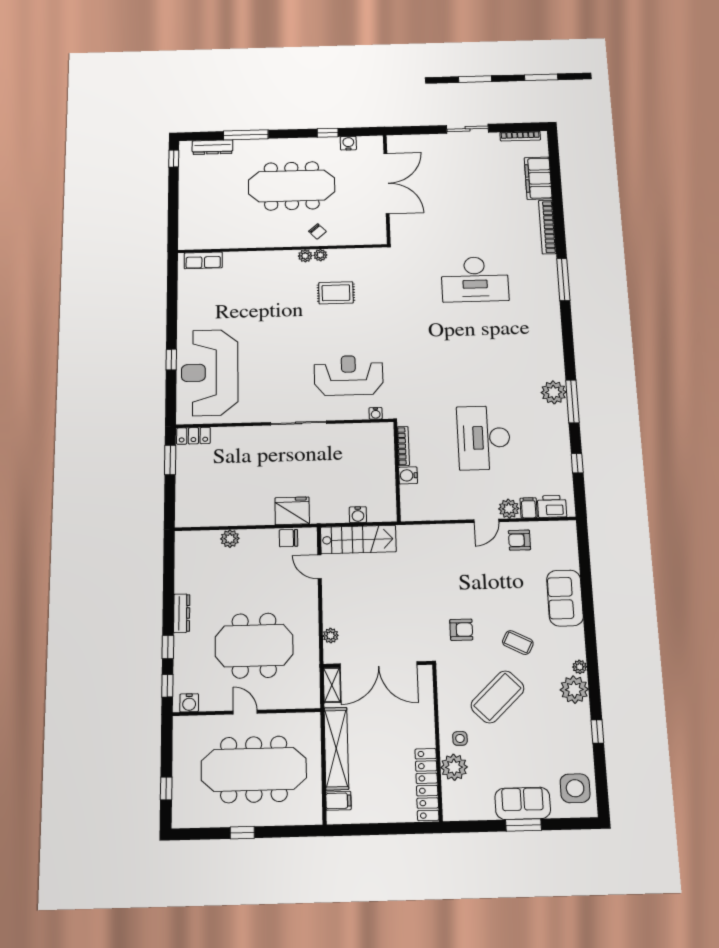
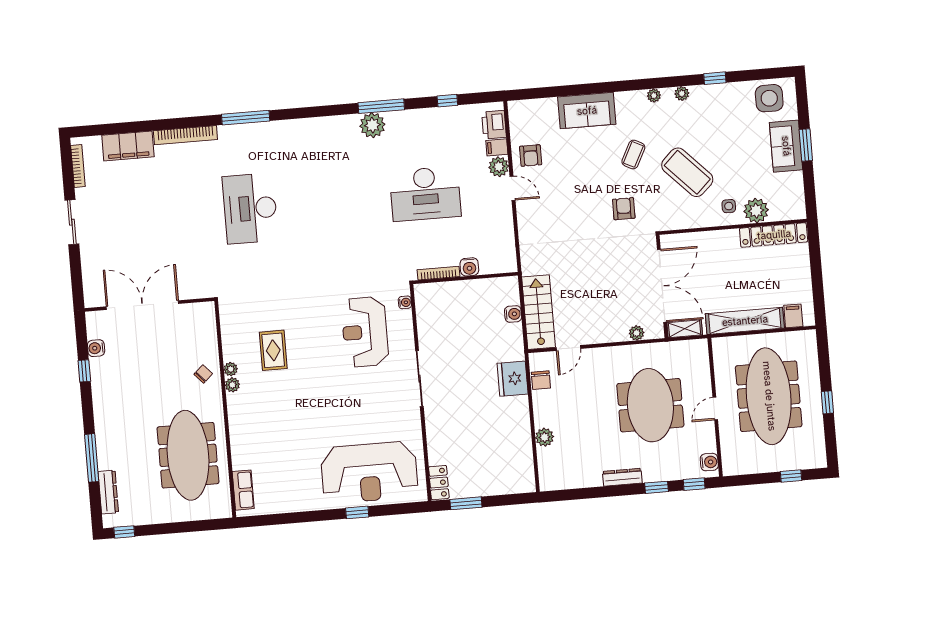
meeting table: (292, 186) -> (188, 455), moved
desk: (475, 279) -> (250, 208), turned 180
plant: (574, 690) -> (682, 94), width x0.53, depth x0.53

